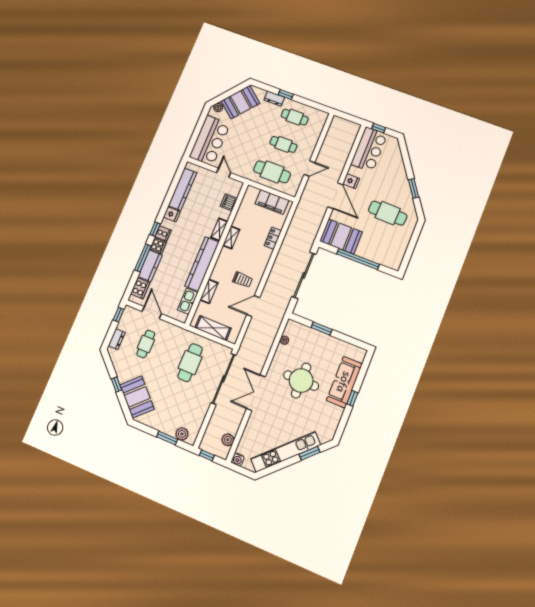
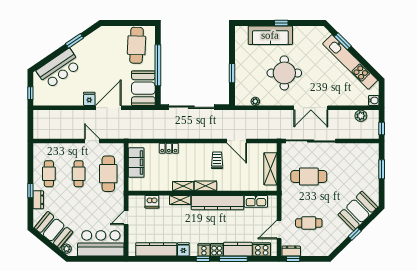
bar counter: (369, 149) -> (59, 68), moved, turned 146
cafe table: (388, 213) -> (137, 45), moved
shelving: (209, 291) -> (205, 186), moved
dresser: (117, 339) -> (291, 251), moved
plant: (182, 434) -> (373, 158), removed

